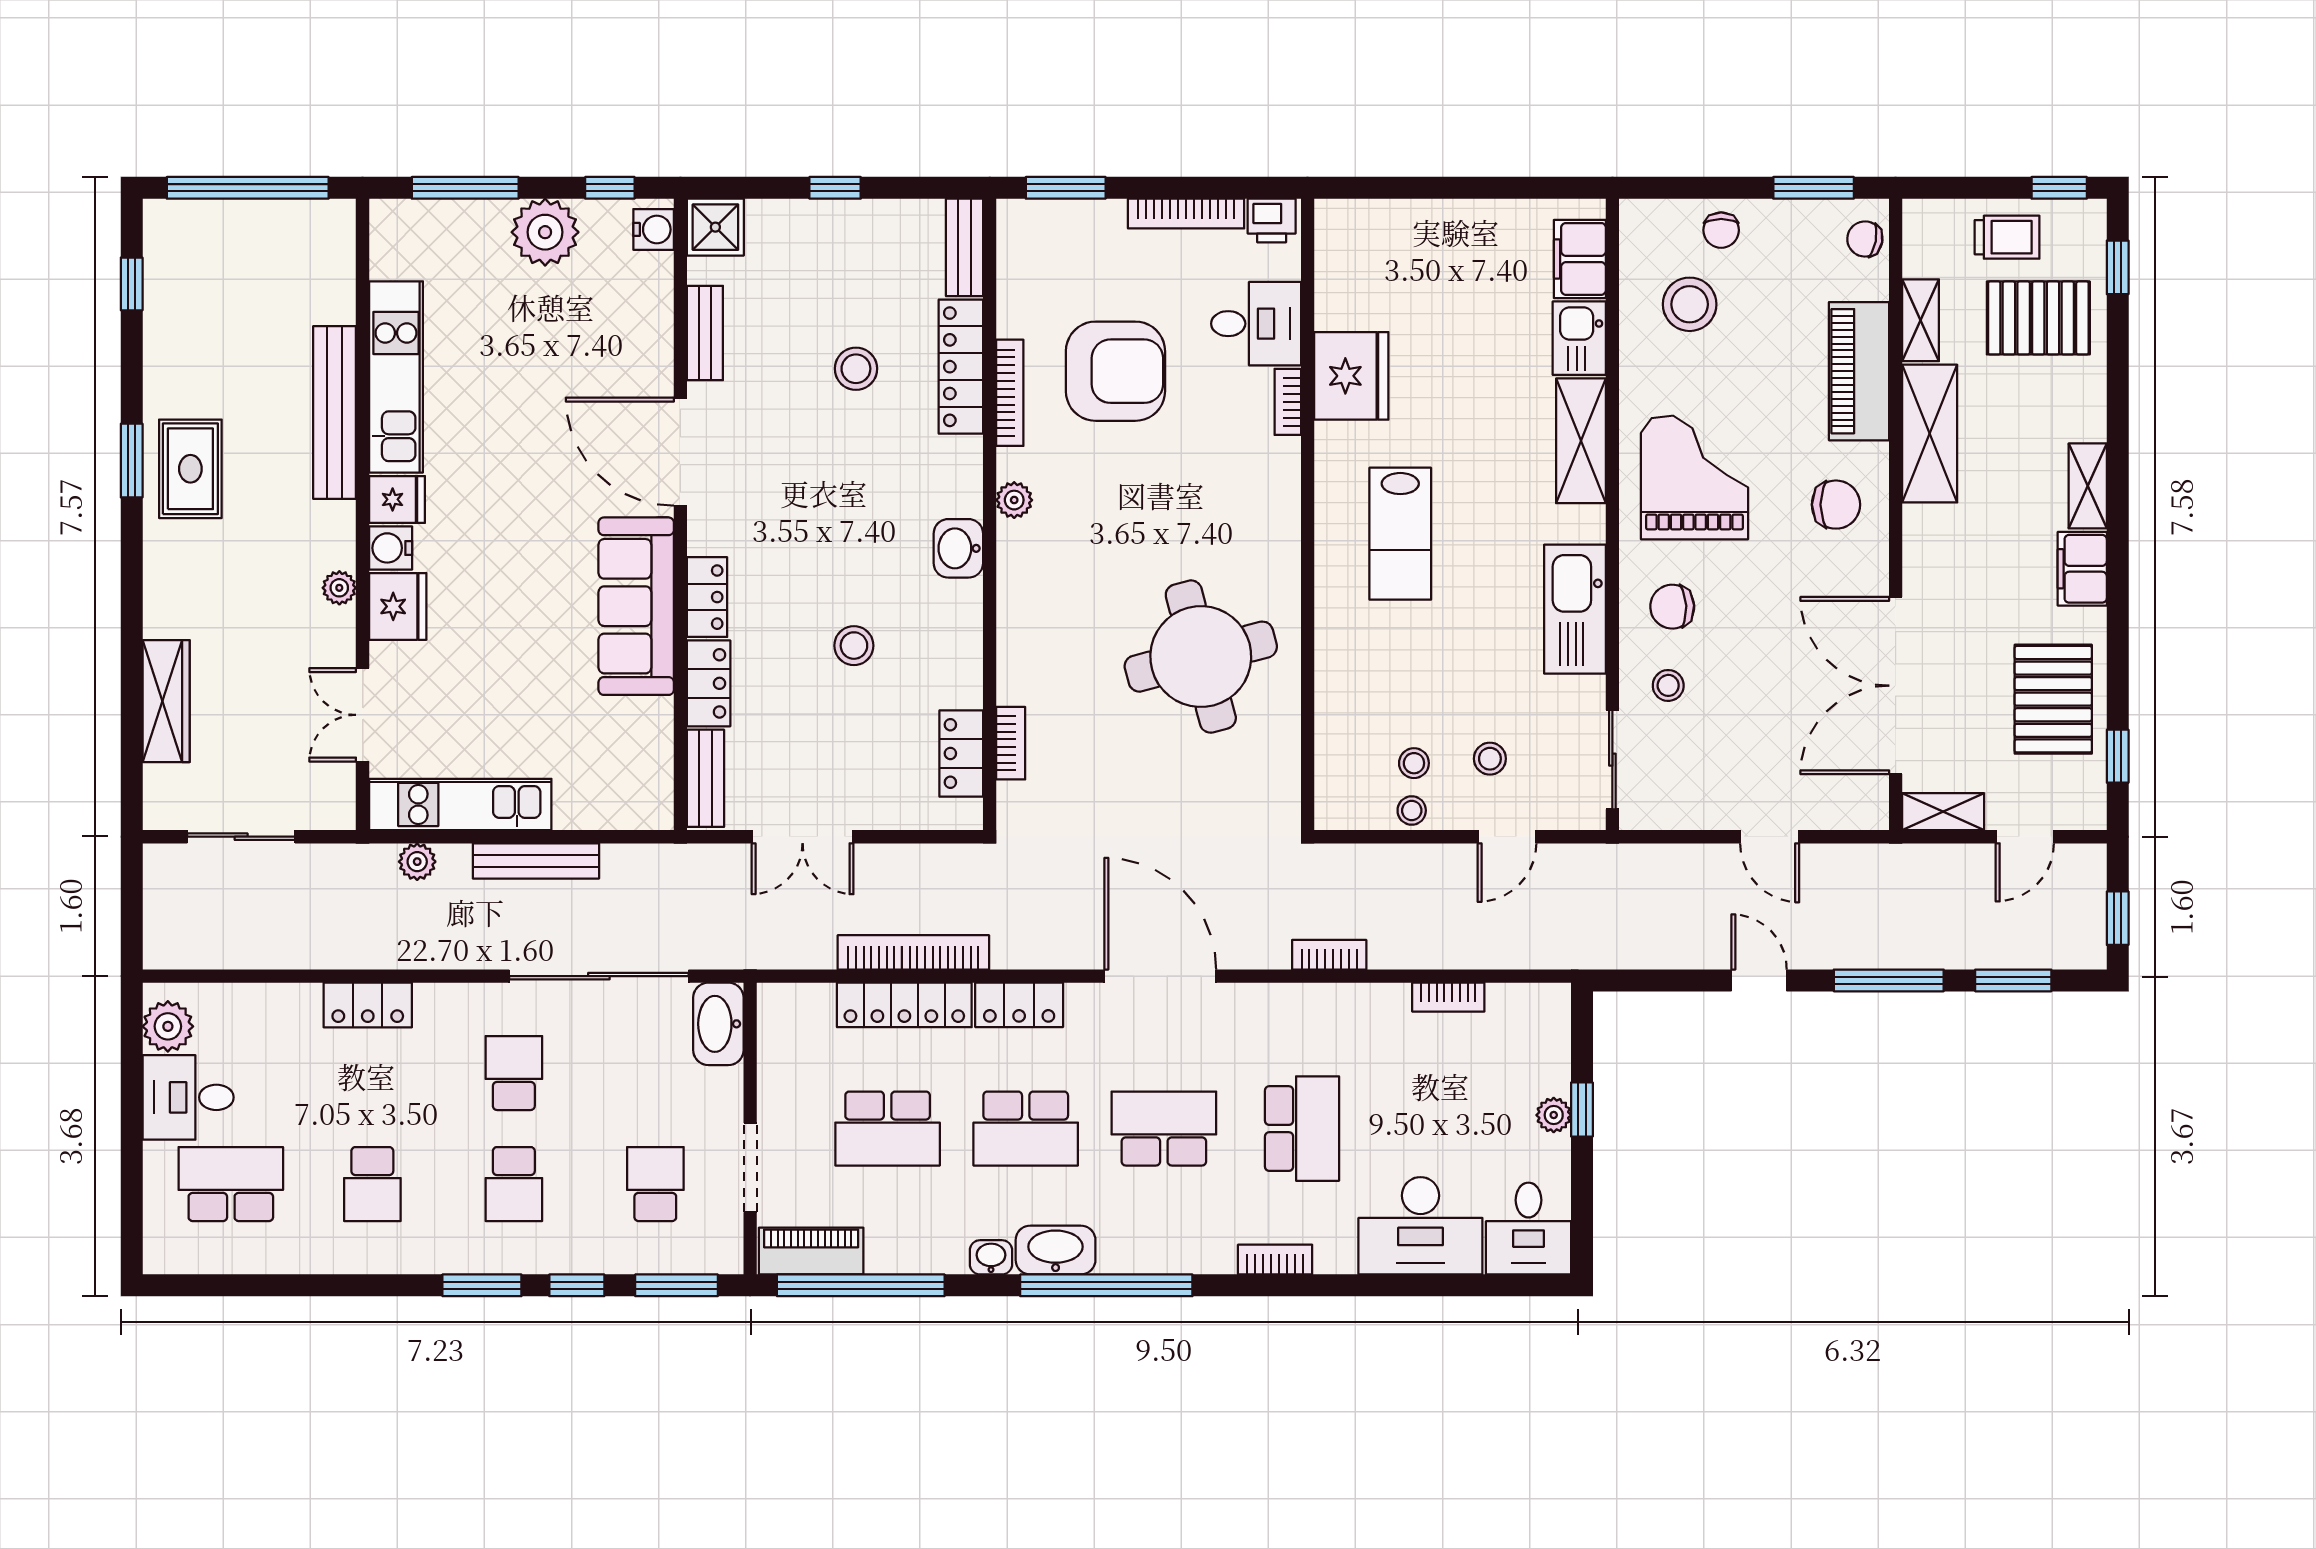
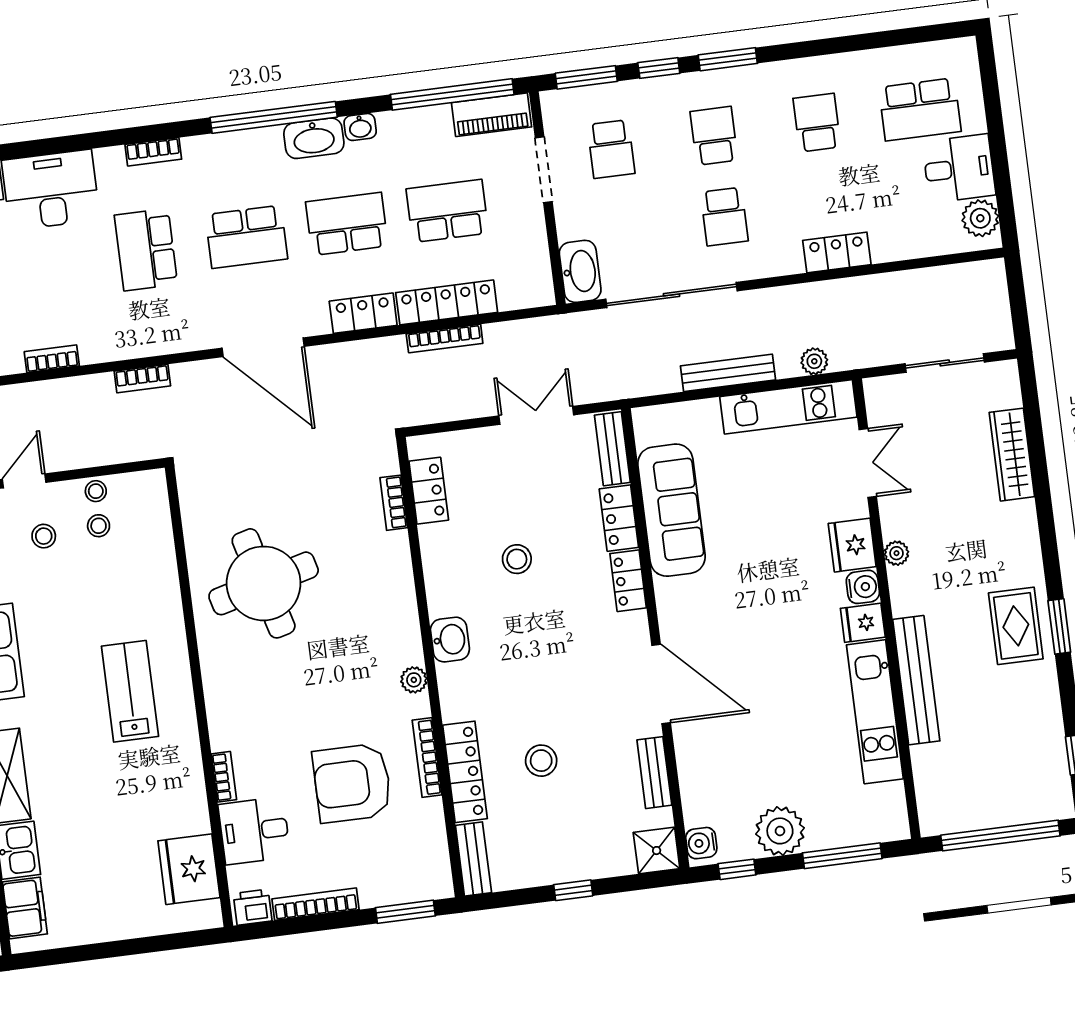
fridge: (1351, 376) -> (189, 869), moved
sofa: (636, 606) -> (671, 510), moved
bookcase: (913, 952) -> (445, 339), width x0.68, depth x0.76

